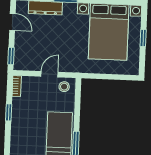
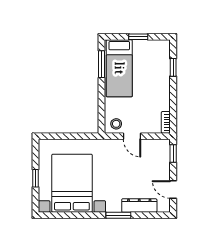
door: (49, 74) -> (132, 136), hinge flipped
window: (9, 112) -> (173, 67), moved

